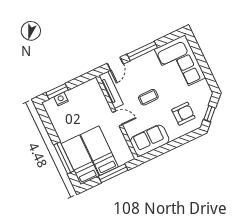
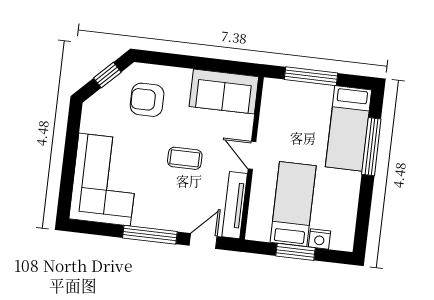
window: (57, 91) -> (295, 252), moved
bed: (99, 151) -> (293, 204), moved, turned 180

